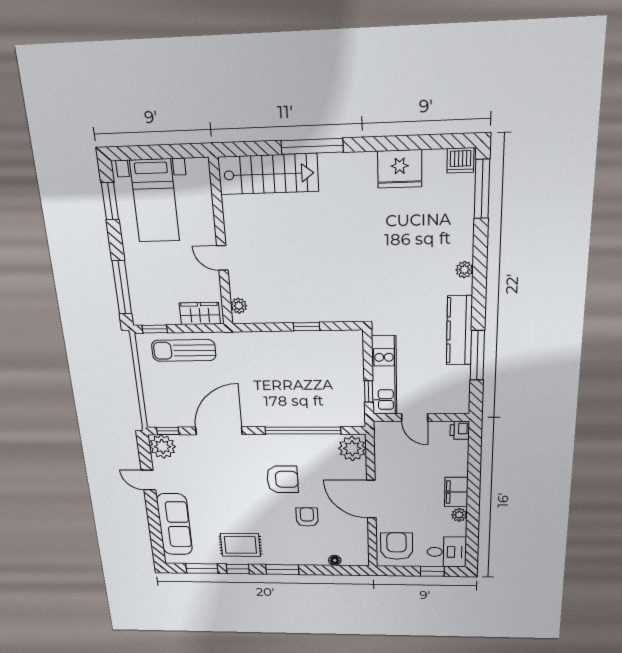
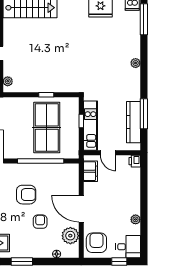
kitchen counter: (459, 330) -> (133, 122), moved
table tennis table: (310, 379) -> (47, 128), added
window: (369, 391) -> (81, 121), moved
plant: (352, 448) -> (70, 236), moved
filing cabinet: (456, 492) -> (90, 171), moved, turned 180

